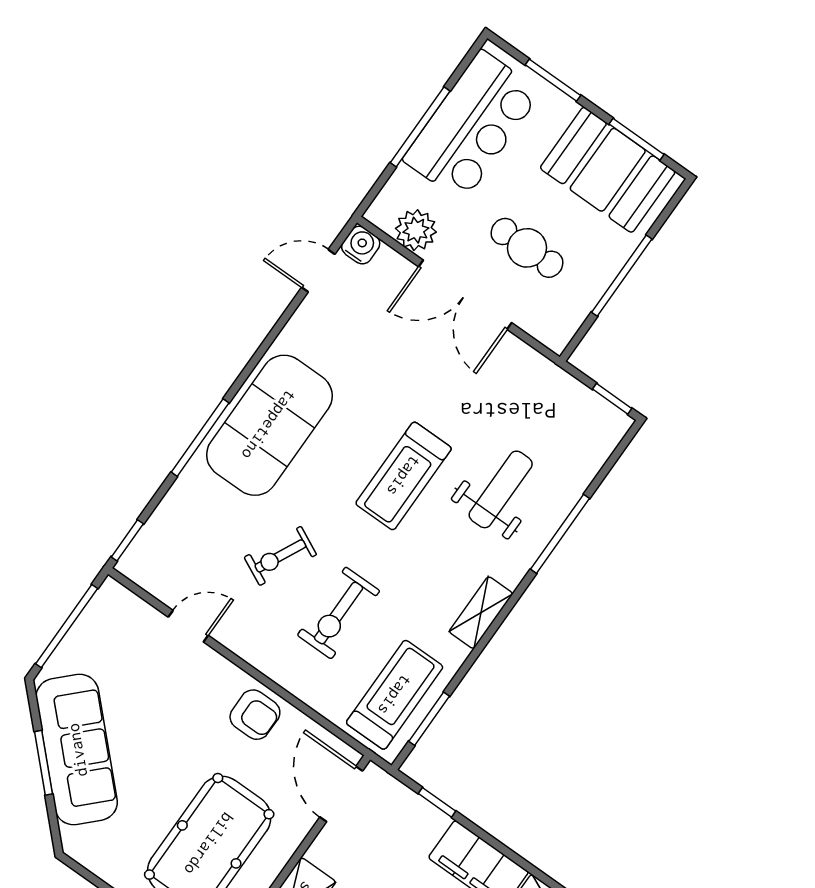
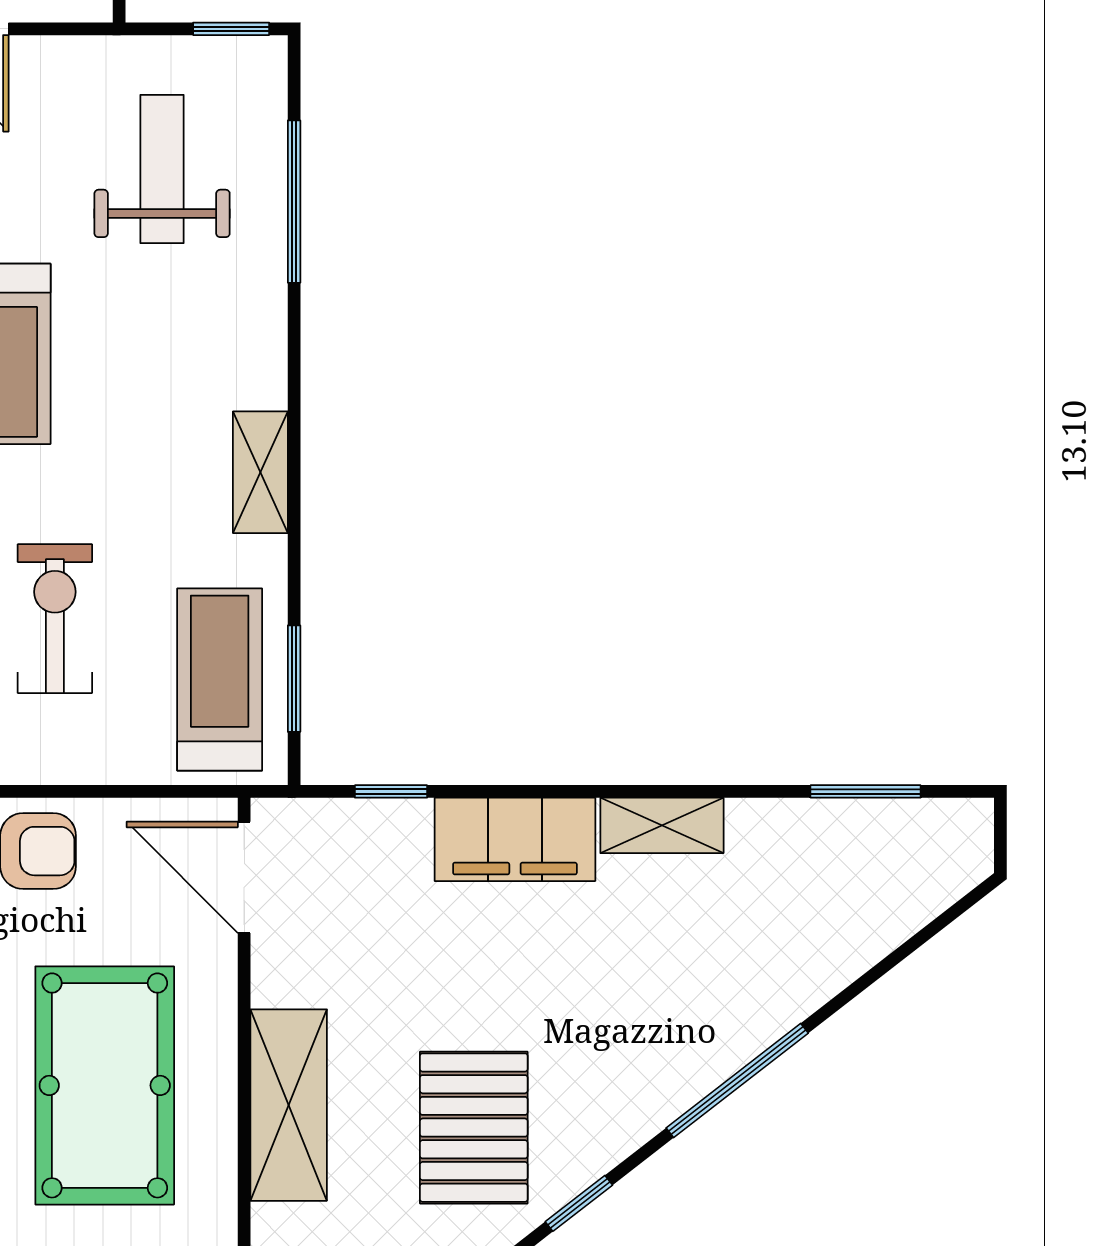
weight bench: (501, 489) -> (162, 169), moved
window: (560, 534) -> (294, 202), moved
exercise bike: (339, 613) -> (55, 619), turned 180

